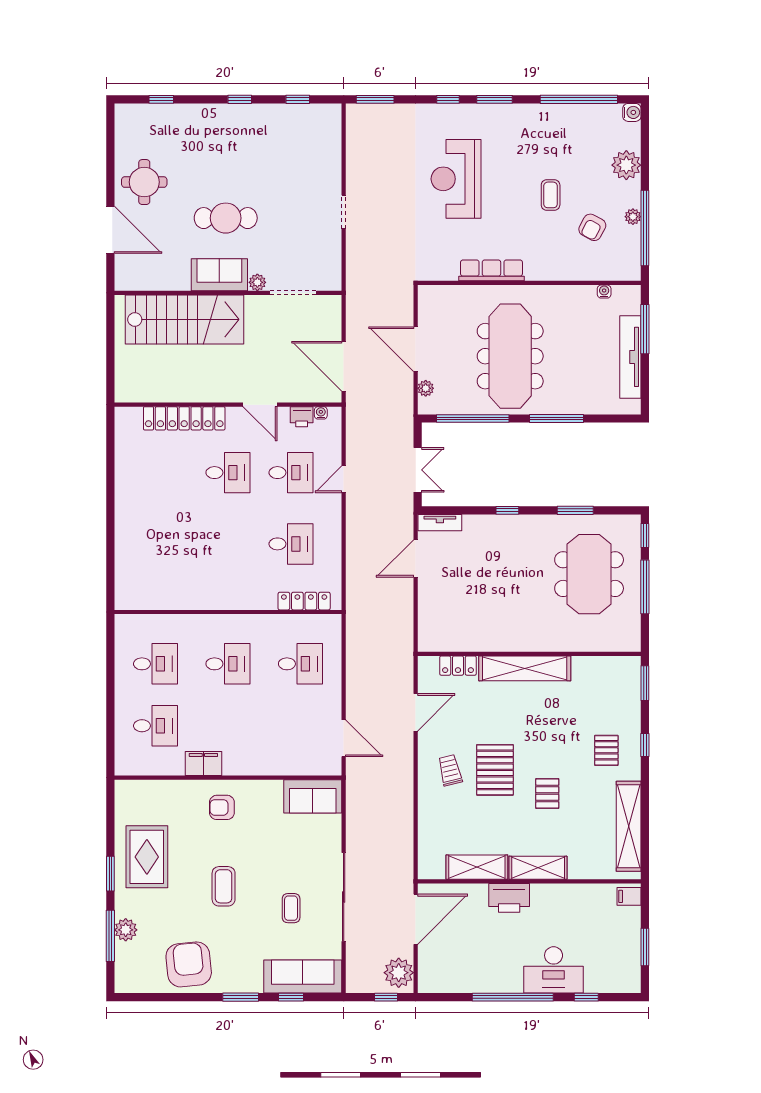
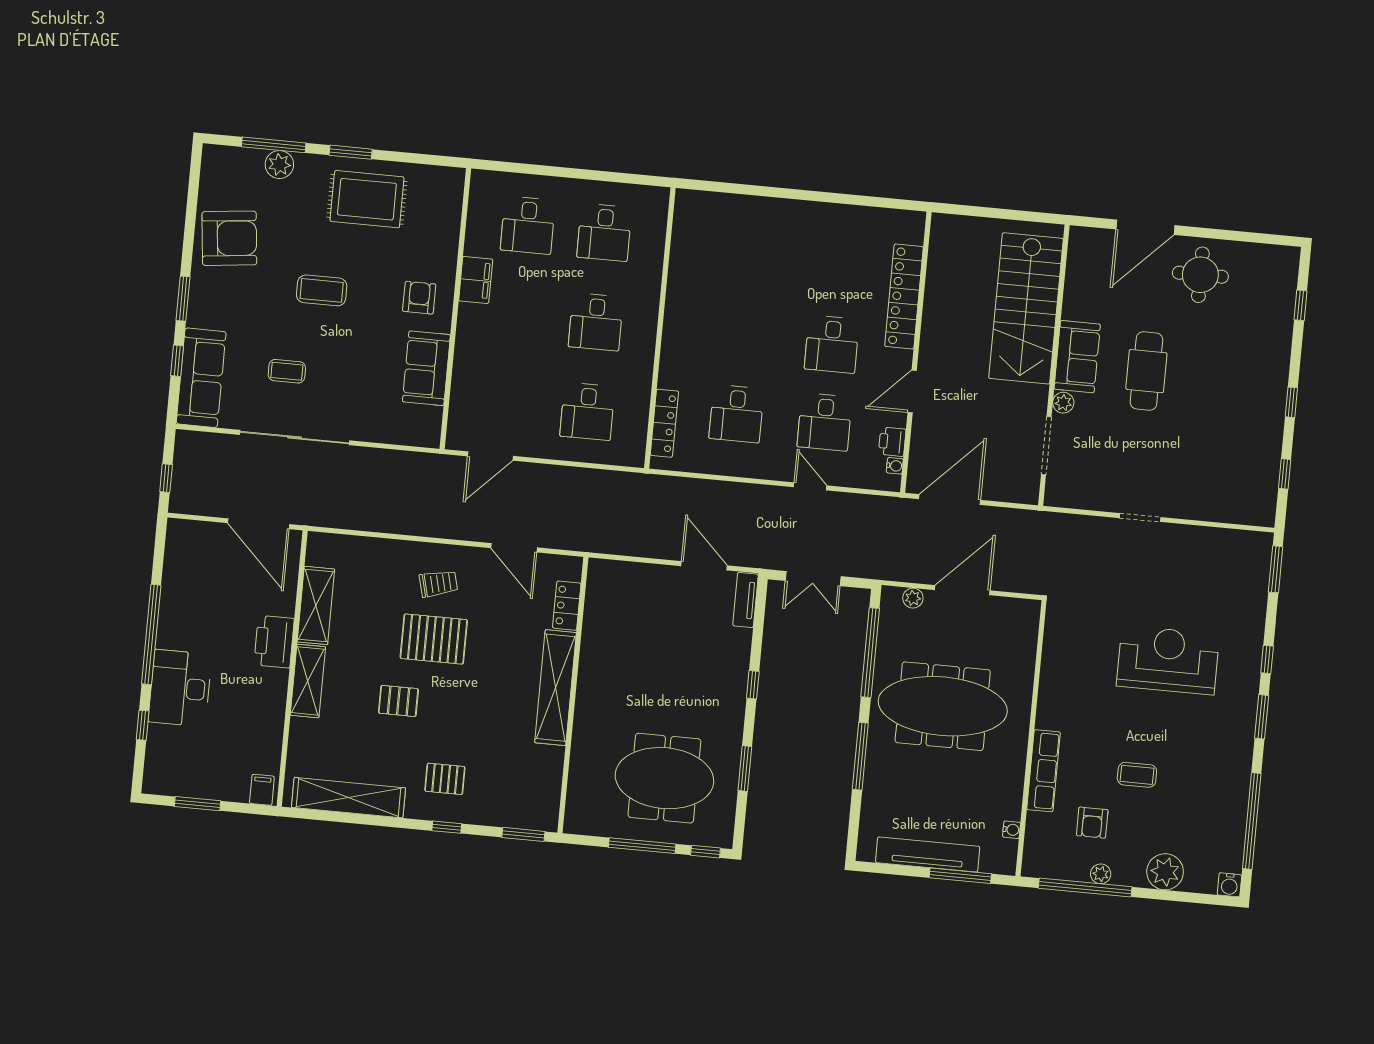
armchair: (592, 227) -> (1092, 823), turned -118
row of seats: (491, 270) -> (1044, 771), moved
sofa: (313, 796) -> (426, 368), moved
plant: (399, 973) -> (195, 497), removed

